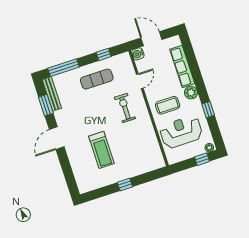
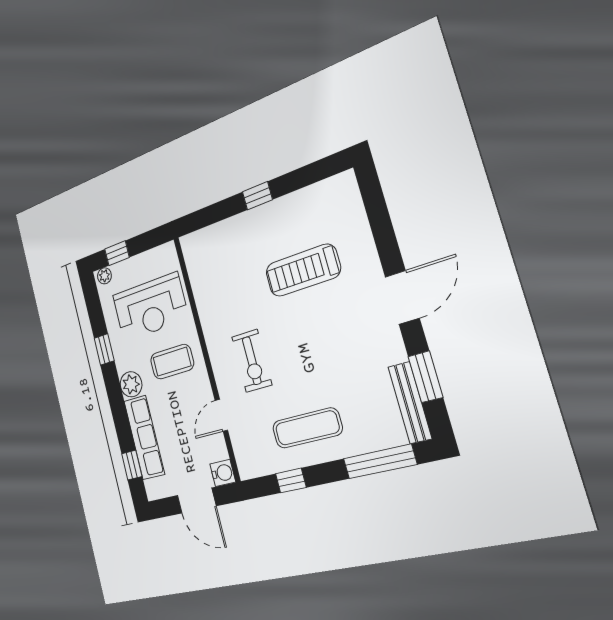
window: (189, 52) -> (132, 465), added
treadmill: (101, 150) -> (303, 270), turned -90

